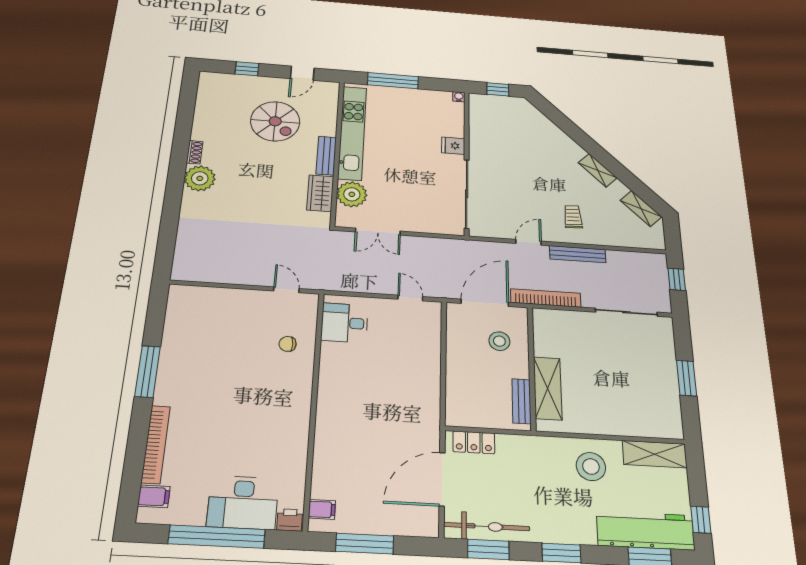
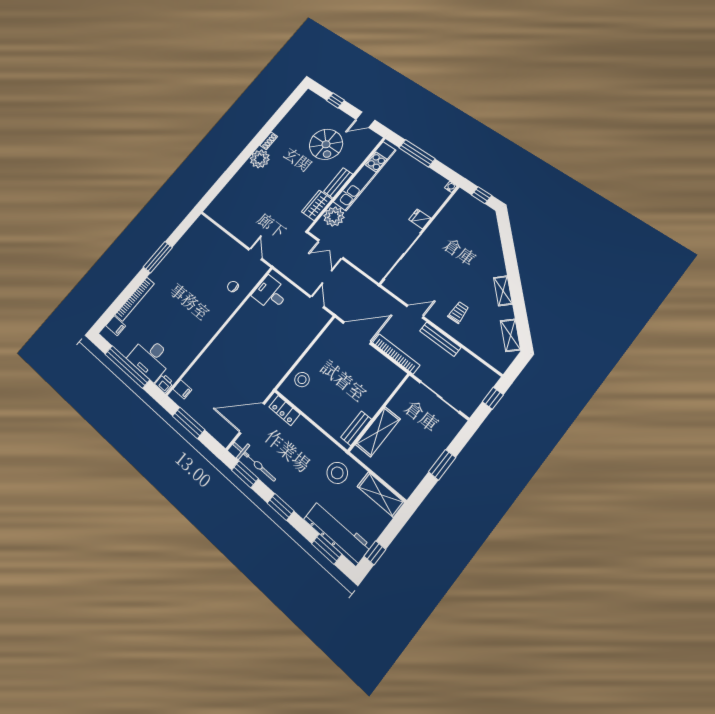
stool: (499, 341) -> (302, 380), moved
wall: (532, 368) -> (379, 412), moved
shelving: (548, 388) -> (378, 432), moved
bench: (521, 401) -> (356, 428), moved

